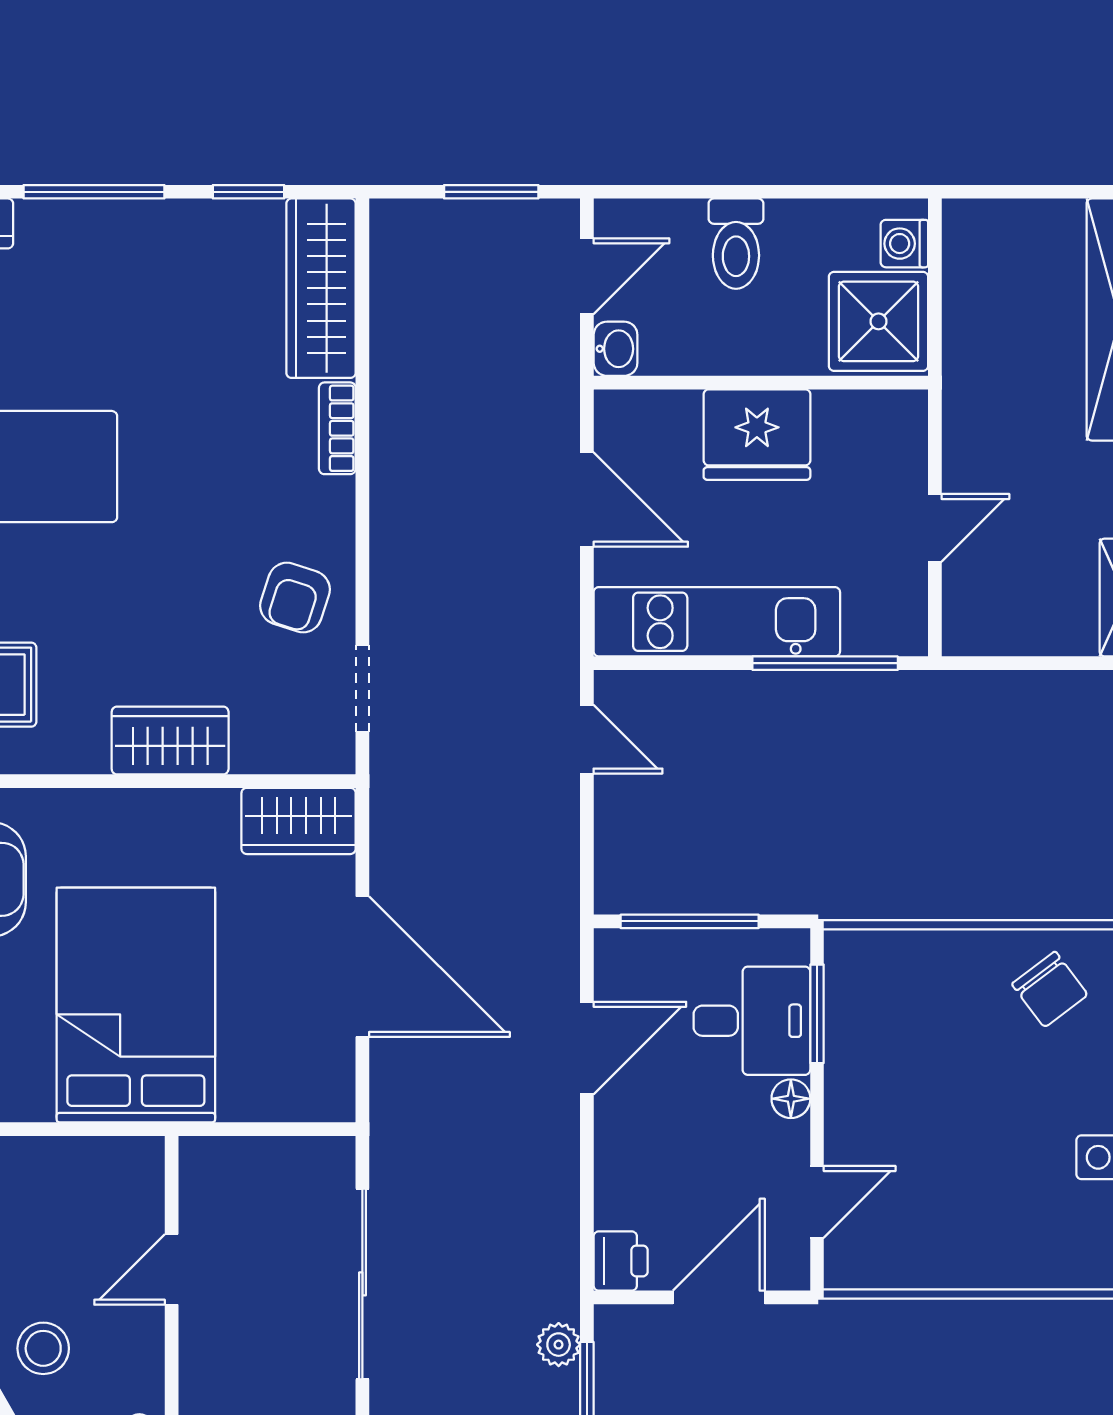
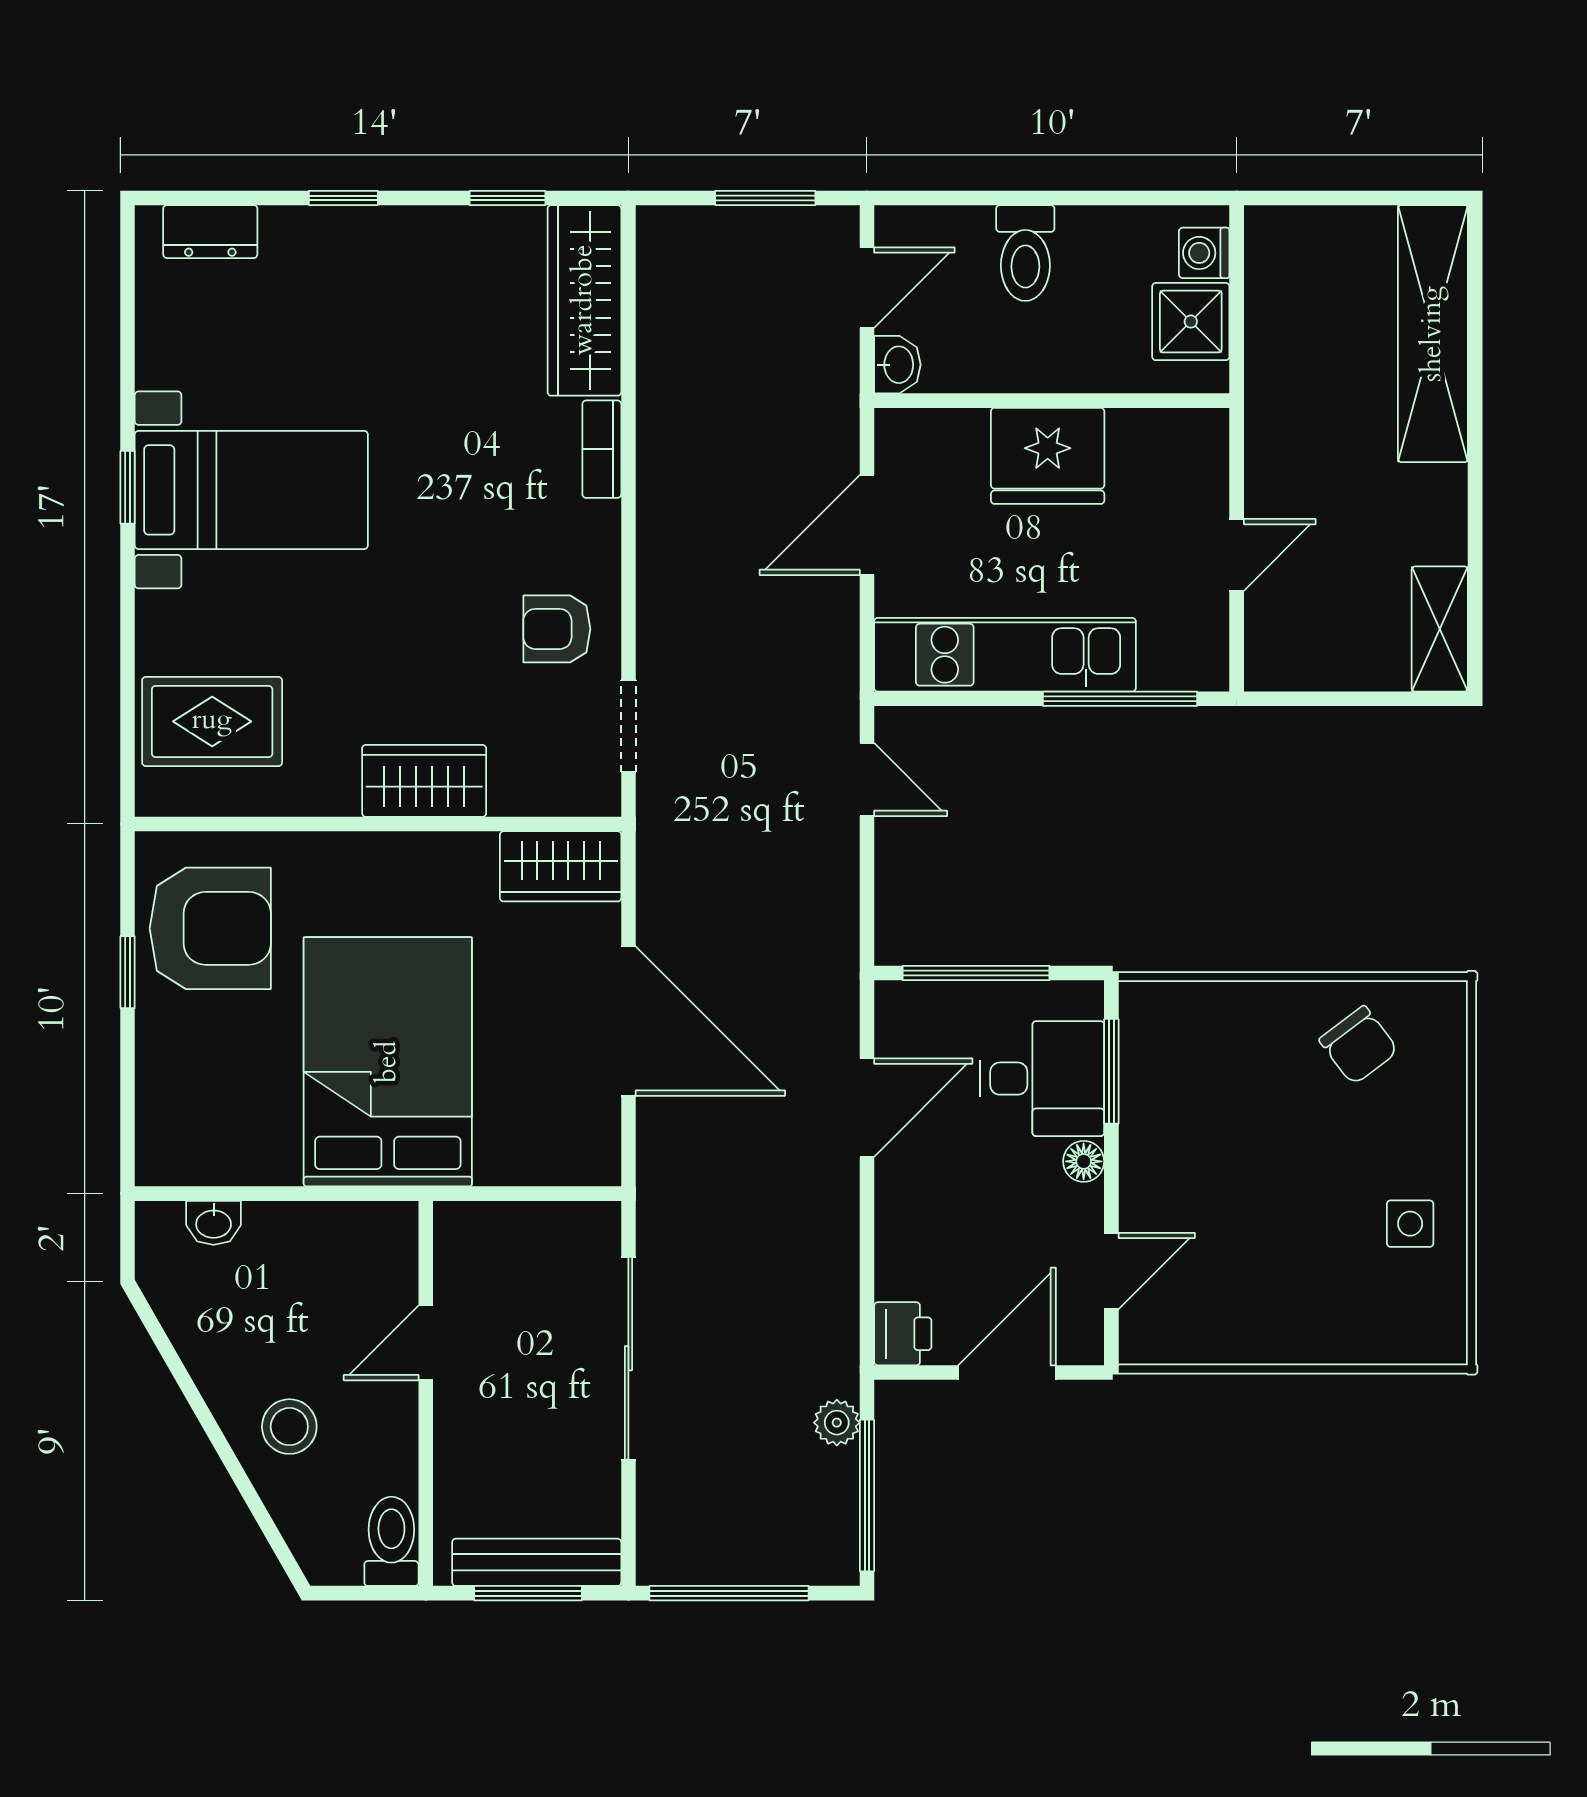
window: (94, 192) -> (343, 198), width x0.46
shower: (879, 321) -> (1191, 322), width x0.73, depth x0.73
door: (587, 500) -> (867, 525), swing flipped
armchair: (295, 598) -> (557, 629), turned 72

